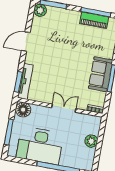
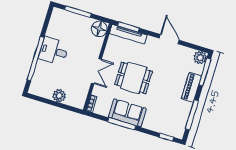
piano: (94, 20) -> (191, 87), moved
dining table: (66, 72) -> (134, 78), added
desk: (40, 146) -> (54, 51), width x0.53, depth x0.77

